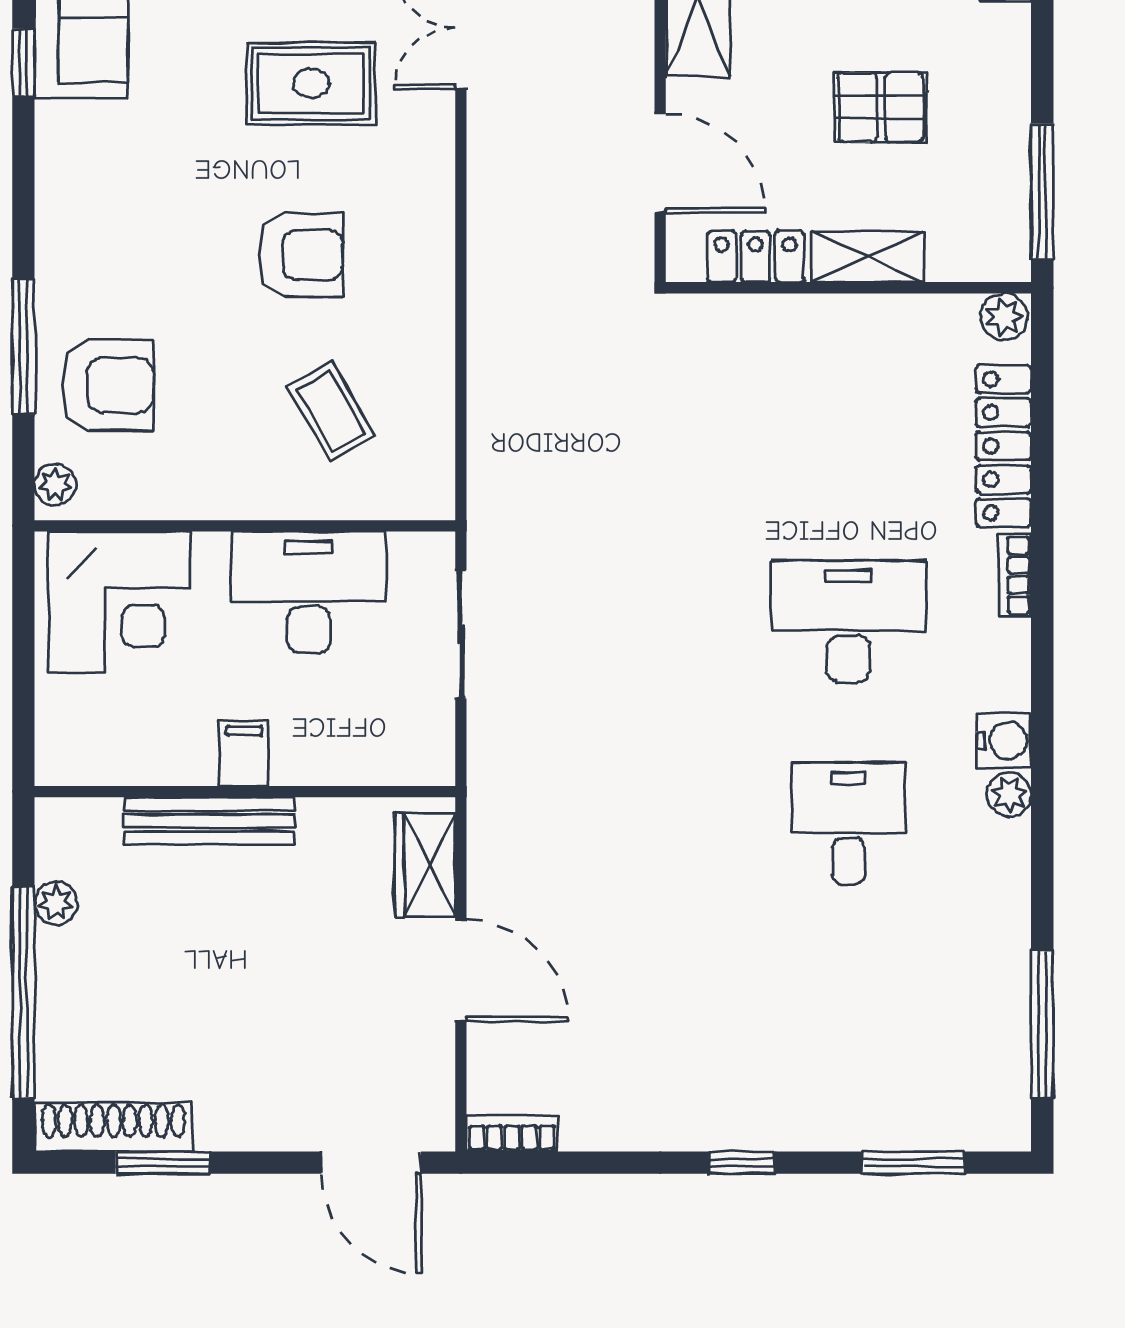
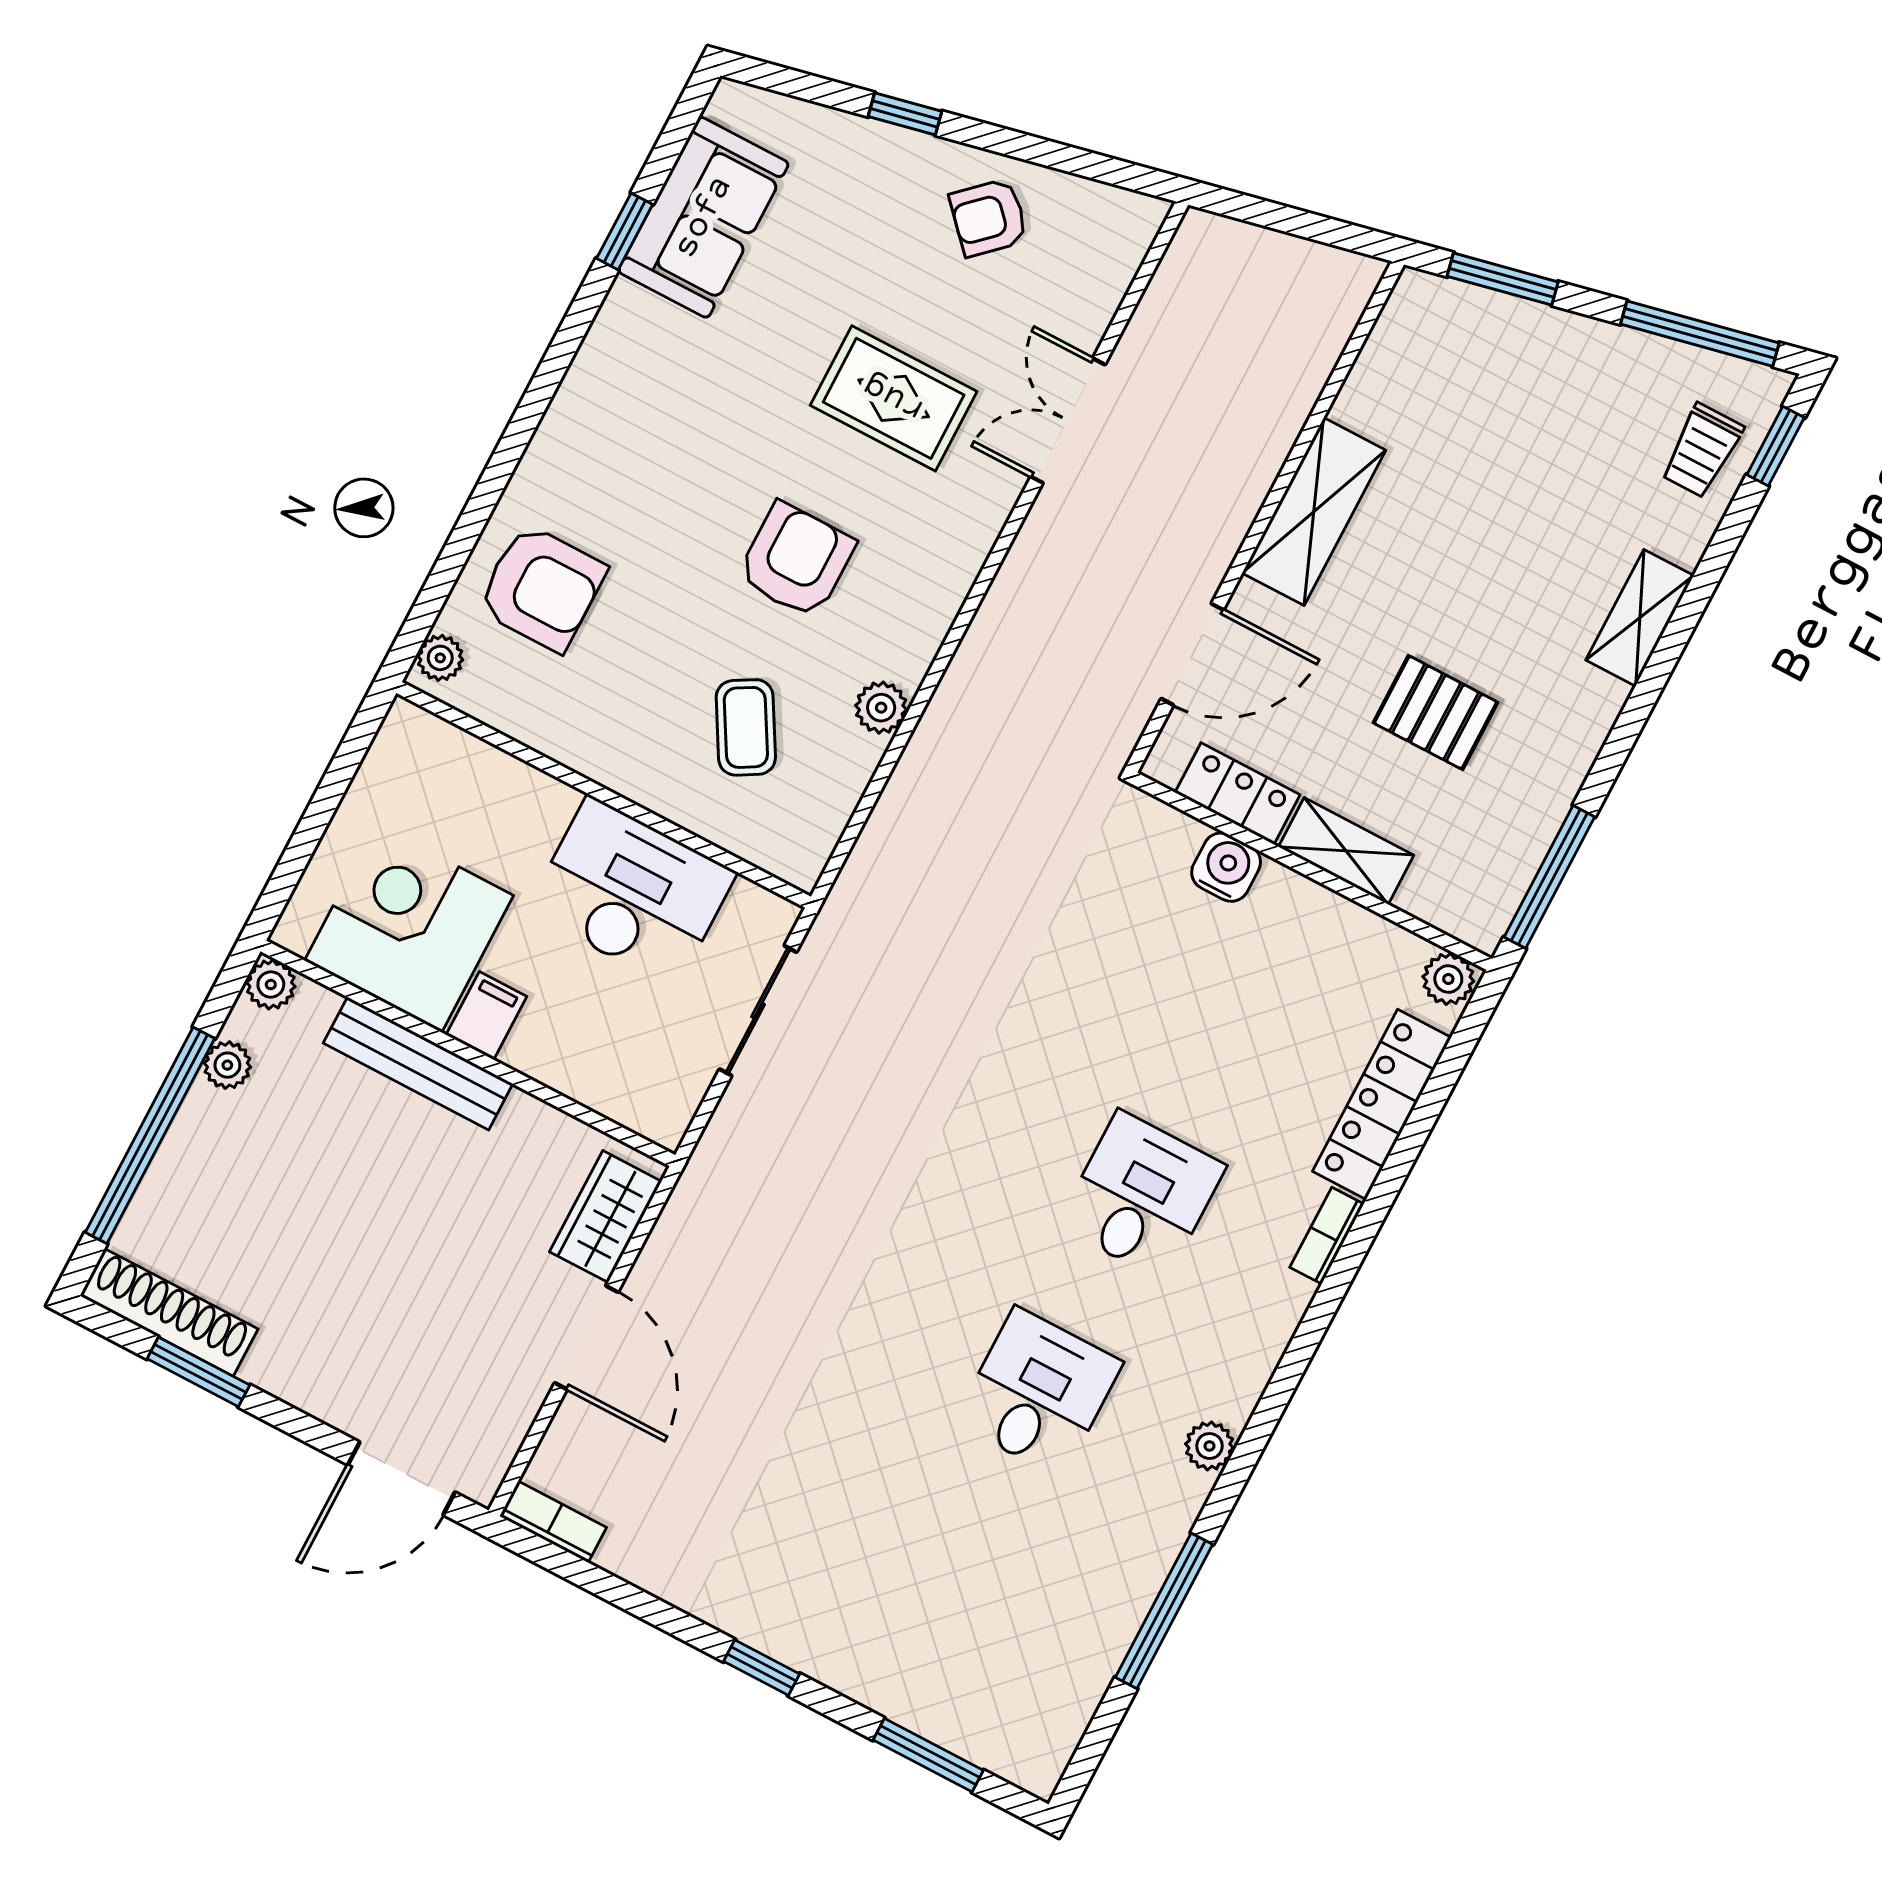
door: (660, 163) -> (1192, 654), hinge flipped
armchair: (301, 255) -> (796, 560), turned -90
plant: (432, 338) -> (881, 708), added
window: (23, 347) -> (480, 508), removed
corner desk: (119, 602) -> (409, 928), moved, turned 180
desk: (848, 621) -> (1142, 1196), width x0.73
water cooler: (1004, 740) -> (1226, 867), moved, turned -90
plant: (57, 820) -> (271, 985), added
window: (1042, 1024) -> (1164, 1611), moved
door: (371, 1163) -> (401, 1478), hinge flipped

